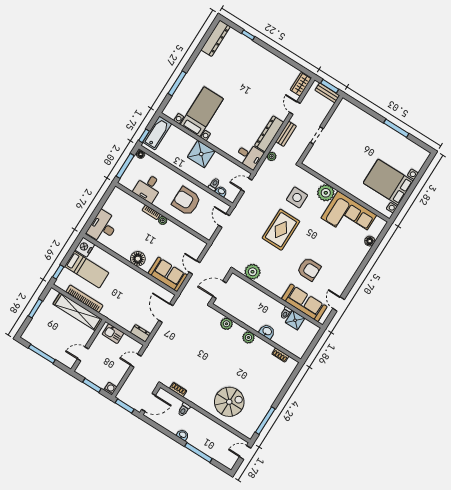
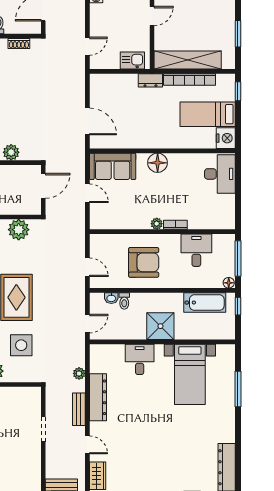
bathtub: (157, 133) -> (205, 303), moved, turned -90
desk: (249, 156) -> (140, 359), moved, turned 90
dresser: (140, 333) -> (150, 80), moved

